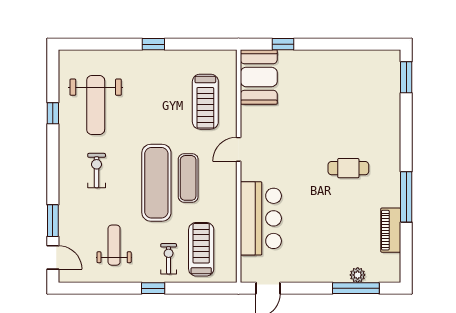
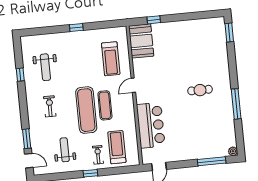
weight bench: (96, 105) -> (45, 67), width x0.73, depth x0.75
piano: (391, 230) -> (229, 125), removed
plant: (358, 275) -> (233, 151), moved

